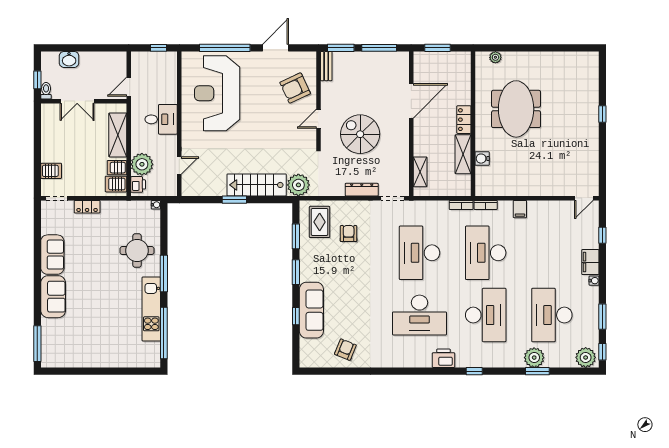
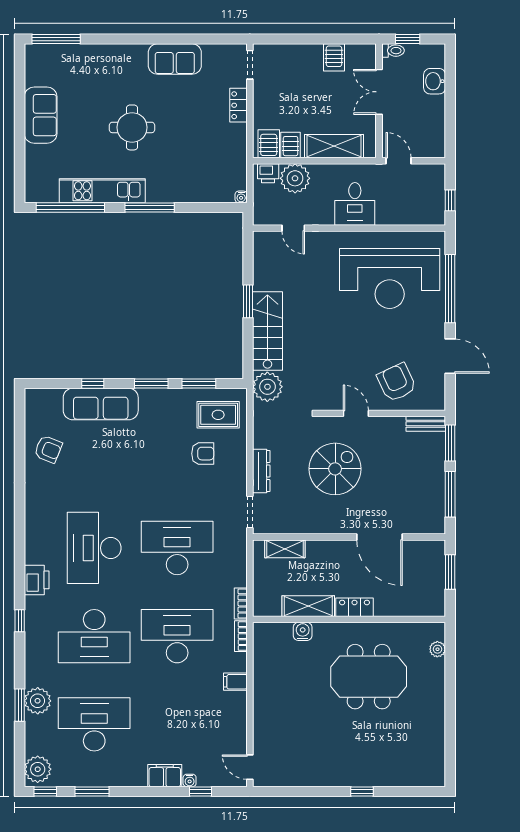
reception desk: (217, 93) -> (390, 278), turned 180
server rack: (51, 171) -> (334, 57), moved
round table: (137, 251) -> (132, 127), moved
water cooler: (594, 281) -> (190, 780), moved
sofa: (53, 297) -> (41, 115), moved, turned -90

